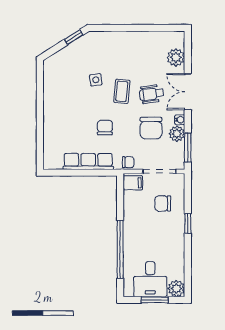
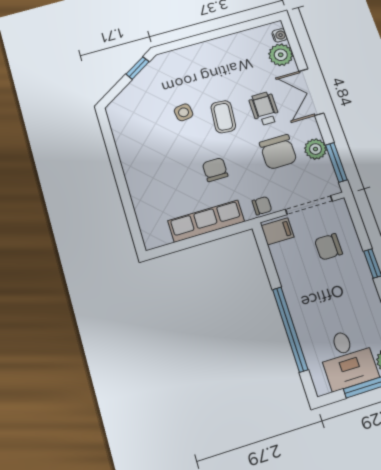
wheelchair: (152, 94) -> (264, 109), turned 98
water cooler: (180, 120) -> (280, 35), moved

